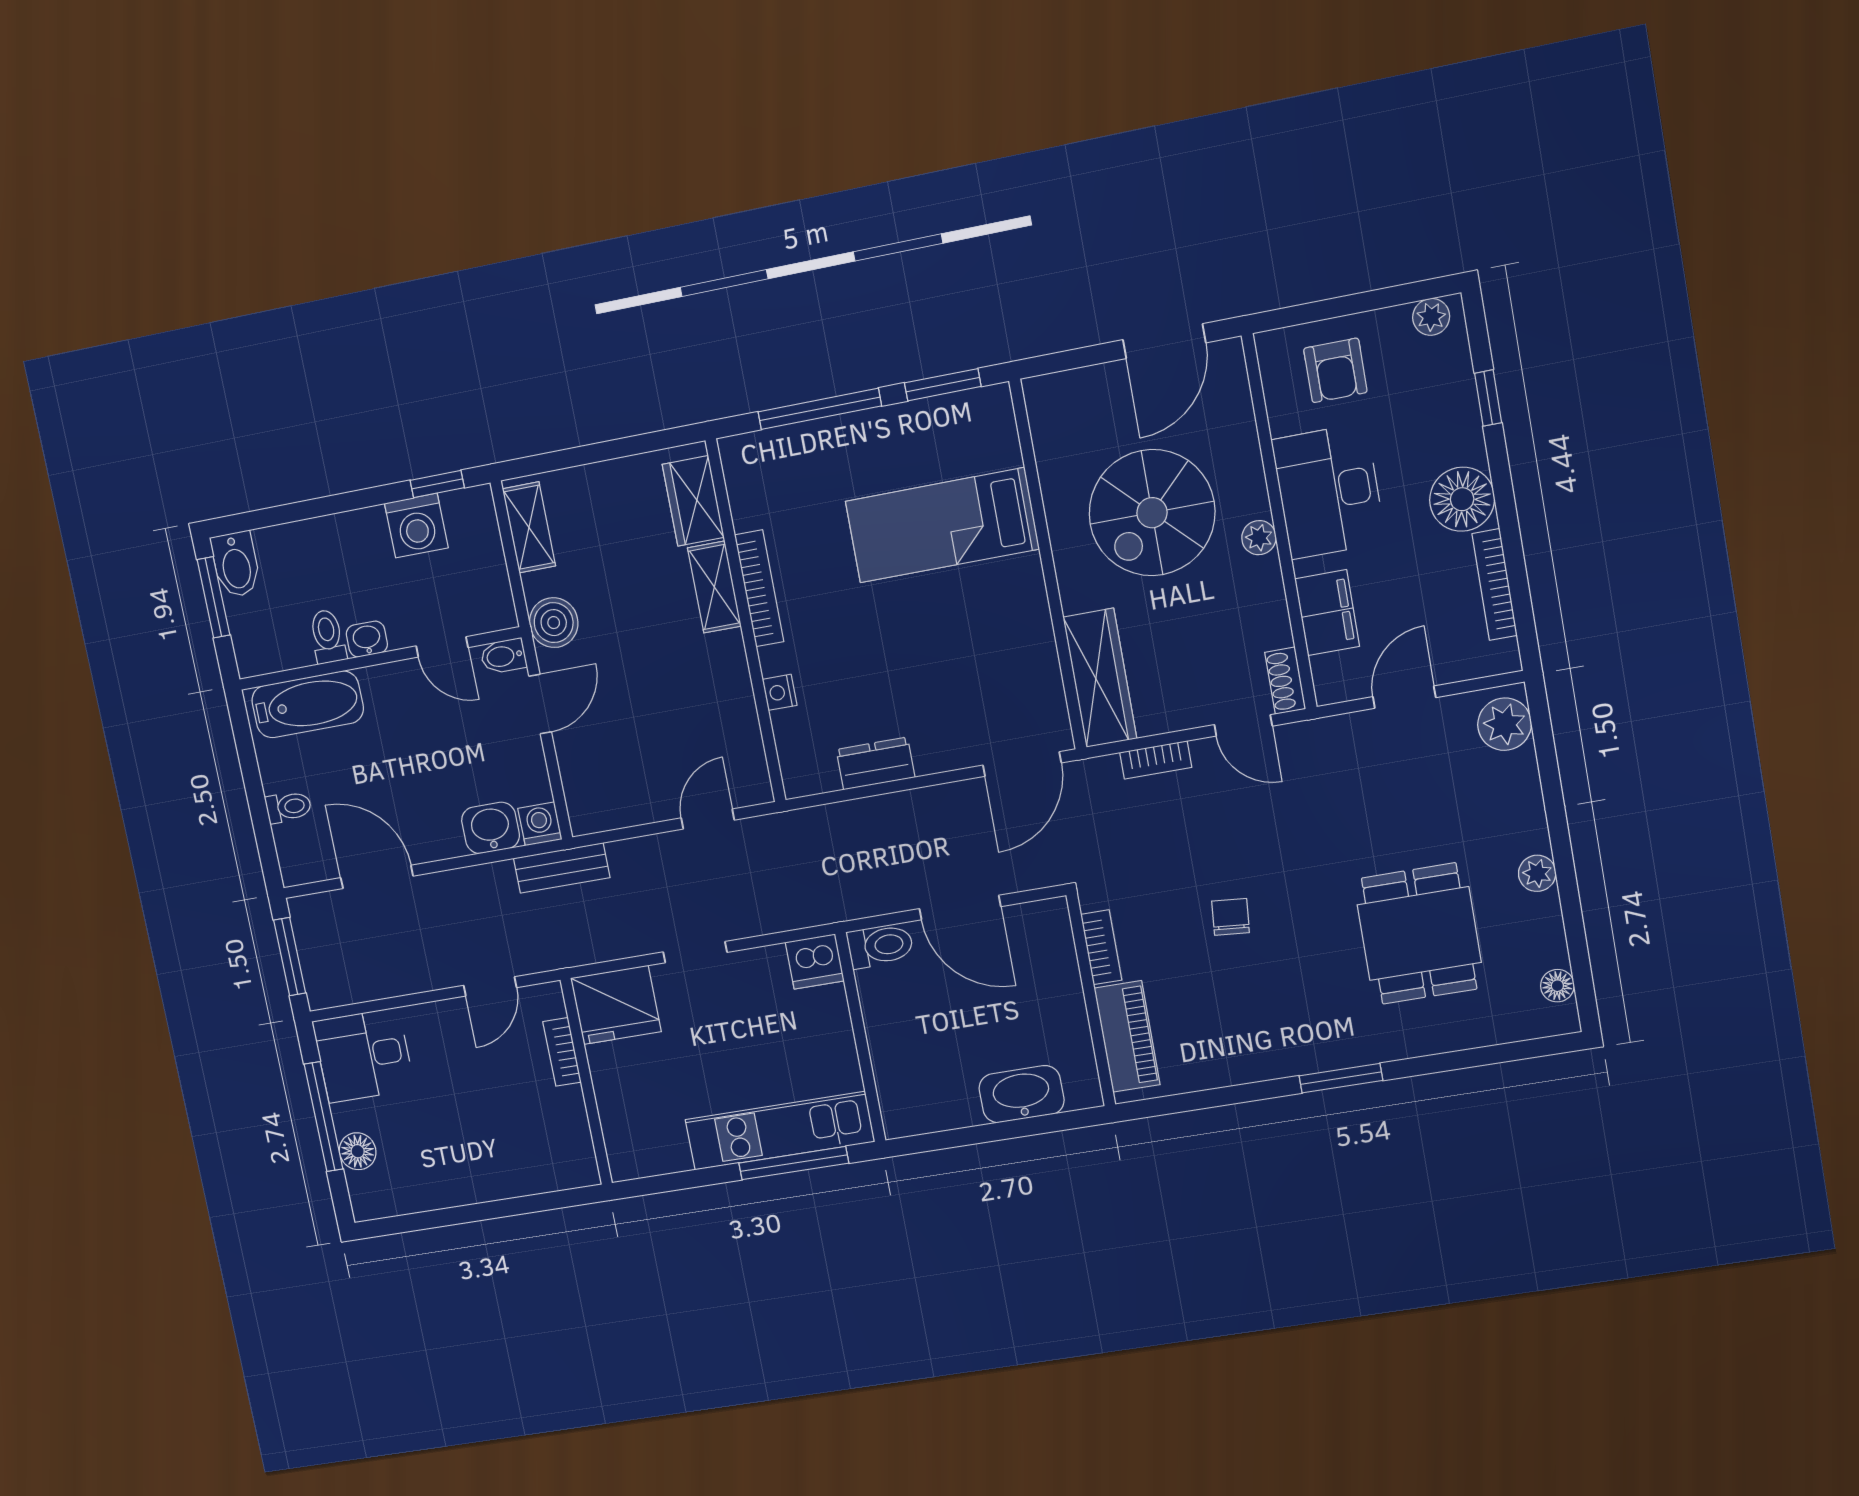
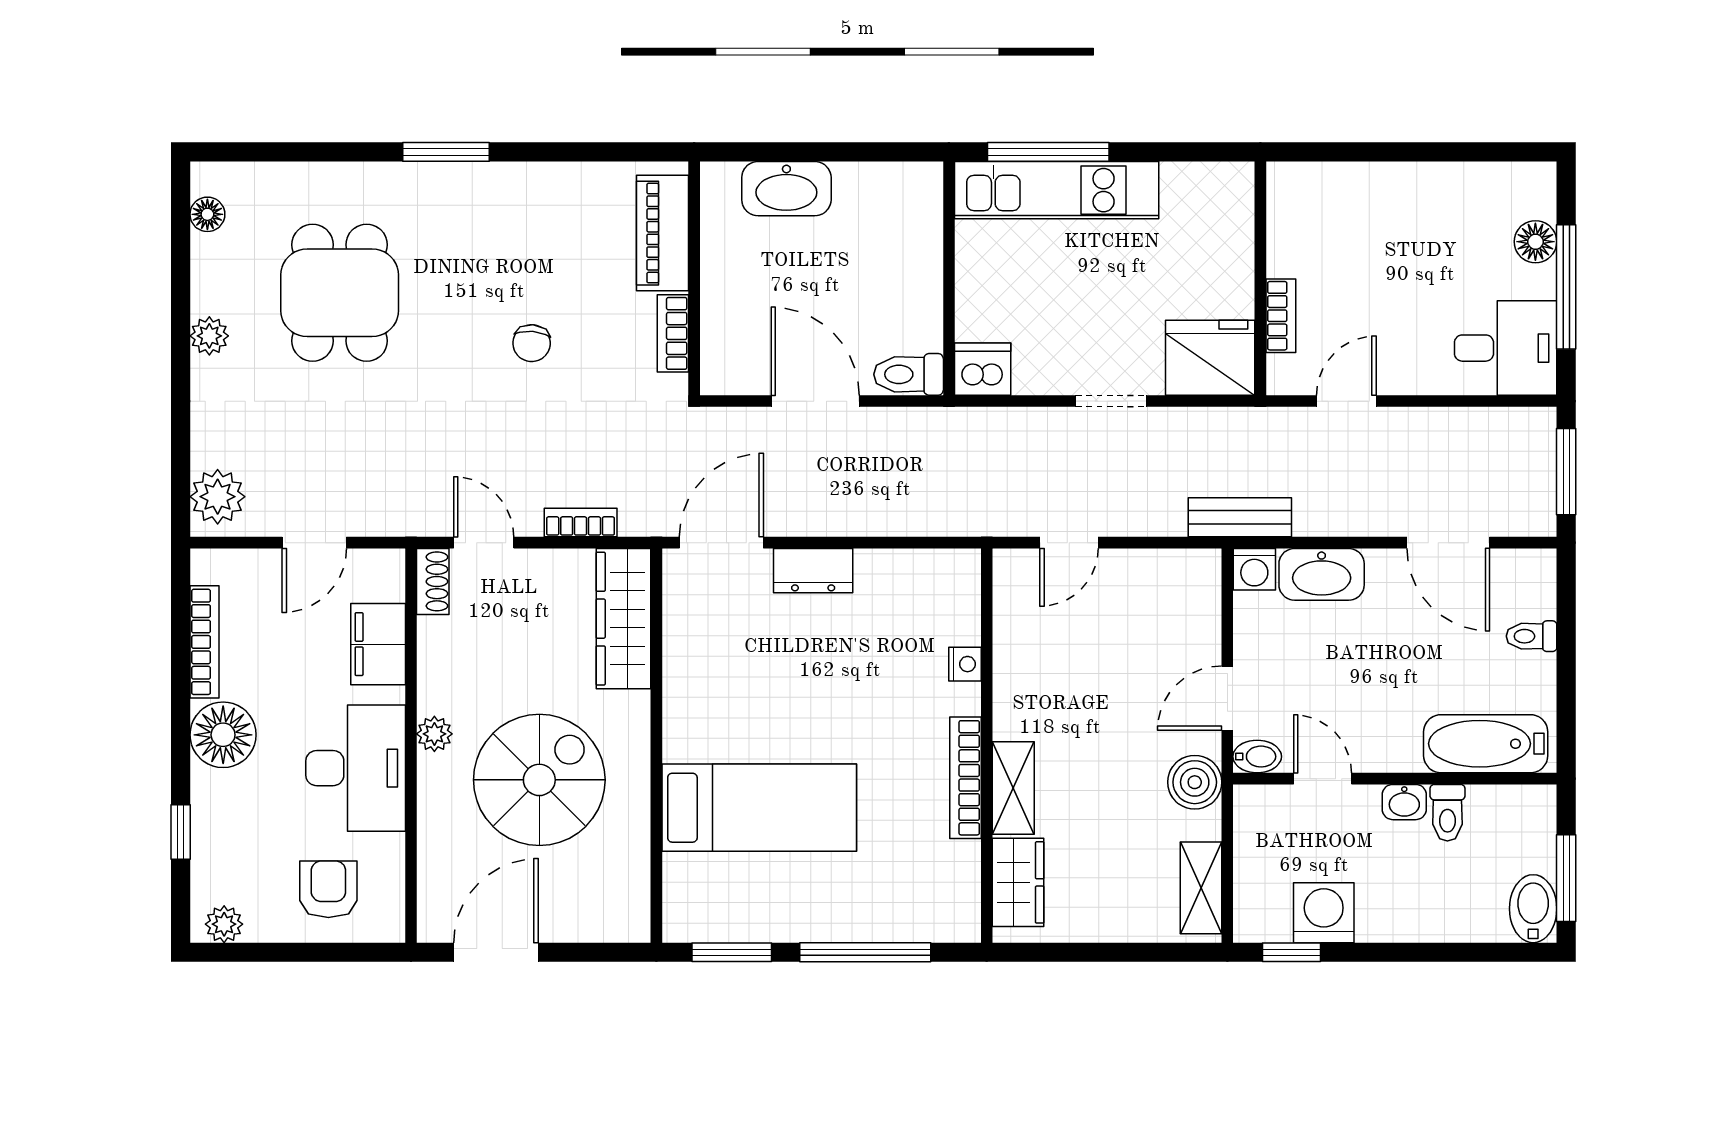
dresser: (875, 763) -> (813, 571), moved
washbasin: (491, 828) -> (1322, 574), width x1.38

